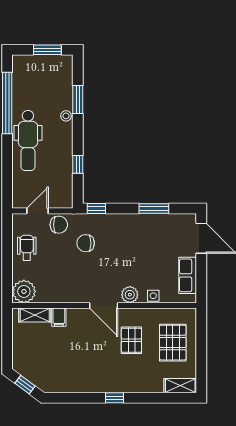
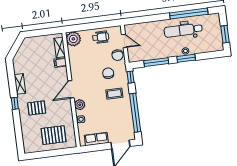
window: (78, 99) -> (186, 58), moved
dental chair: (28, 140) -> (183, 30), moved
window: (78, 164) -> (156, 62), width x2.17
window: (154, 208) -> (135, 113), width x2.11
coffee table: (119, 237) -> (114, 94), added
pallet: (131, 340) -> (37, 108), moved
window: (25, 385) -> (16, 47), removed
shelving: (180, 386) -> (20, 84), moved

